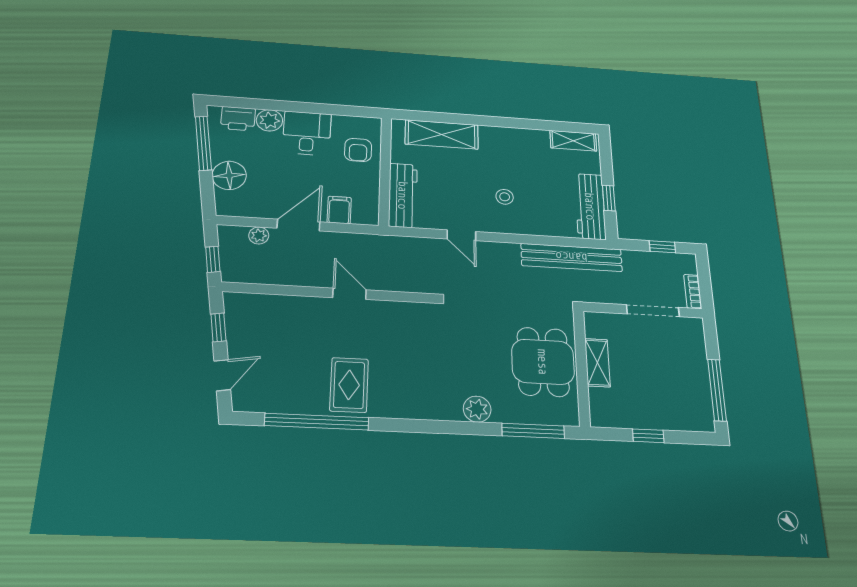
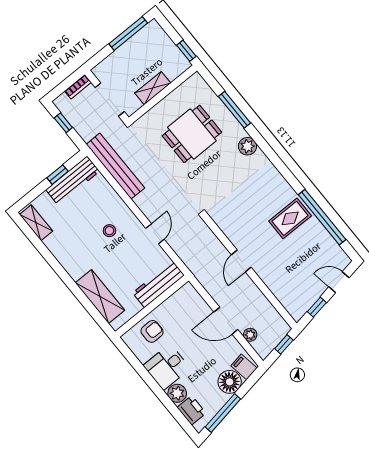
filing cabinet: (339, 210) -> (244, 367), moved, turned 81
shelving: (597, 363) -> (153, 88), moved
wall: (582, 367) -> (163, 94), moved

